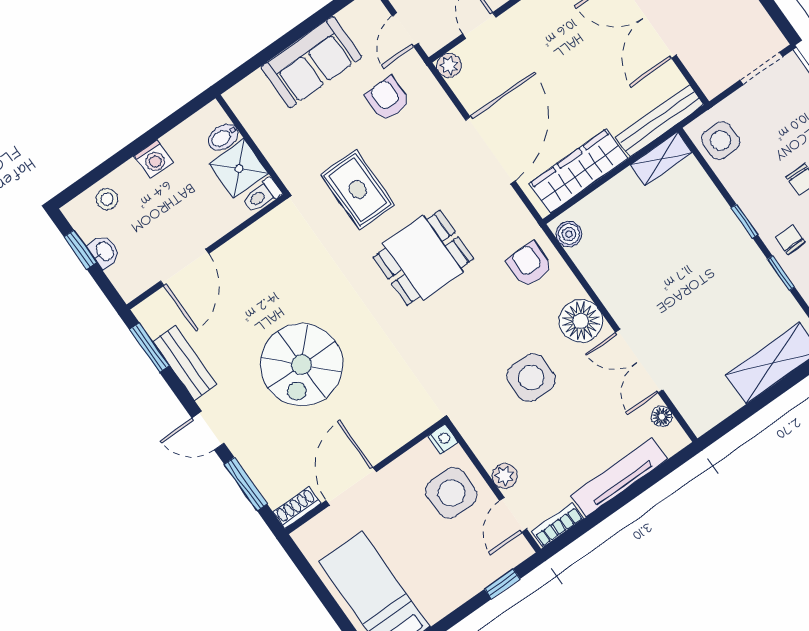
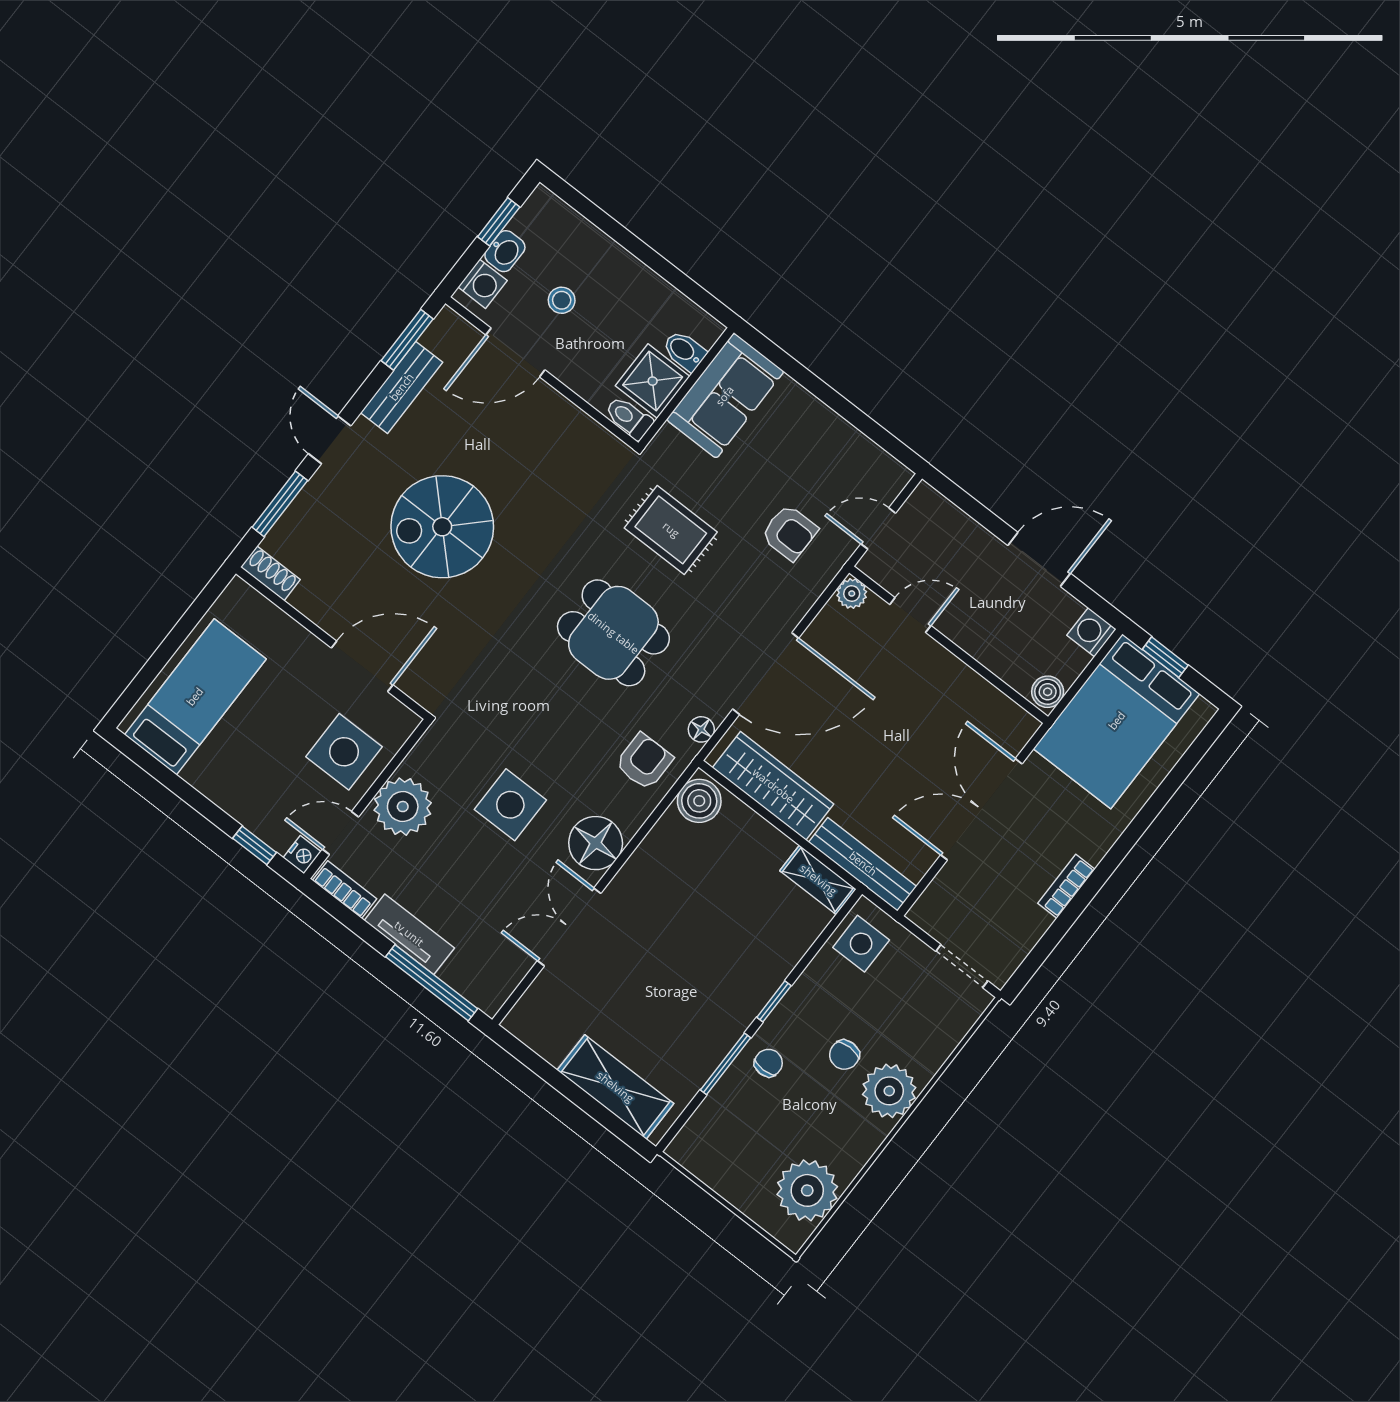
sofa: (311, 62) -> (725, 396), moved, turned -90
armchair: (388, 99) -> (790, 533), turned 90
washing machine: (154, 159) -> (483, 284), moved, turned -90
rug: (358, 190) -> (671, 530), turned 90
stool: (107, 199) -> (562, 300), moved
boiler: (569, 234) -> (699, 801), width x1.36, depth x1.36
window: (781, 273) -> (725, 1064), width x1.50
floor lamp: (662, 416) -> (701, 729), moved
nightstand: (443, 439) -> (302, 855), moved
plant: (505, 476) -> (403, 807), width x1.87, depth x1.87
tv unit: (619, 477) -> (409, 934), width x0.71
window: (650, 480) -> (432, 983), added
door: (351, 486) -> (362, 666), moved

